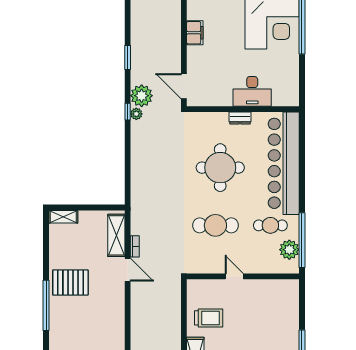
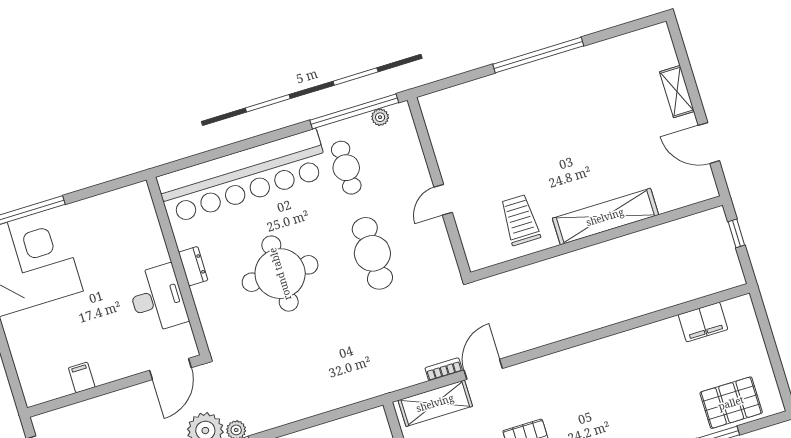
filing cabinet: (195, 33) -> (82, 377), width x0.50
desk: (252, 91) -> (158, 299), moved
plant: (289, 250) -> (380, 117), width x0.53, depth x0.53

